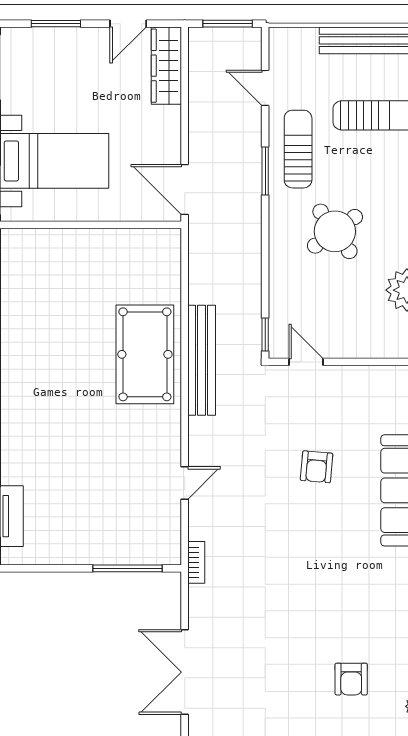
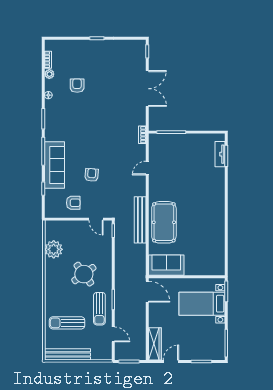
sofa: (139, 252) -> (166, 265), added
armchair: (360, 401) -> (73, 203), added

